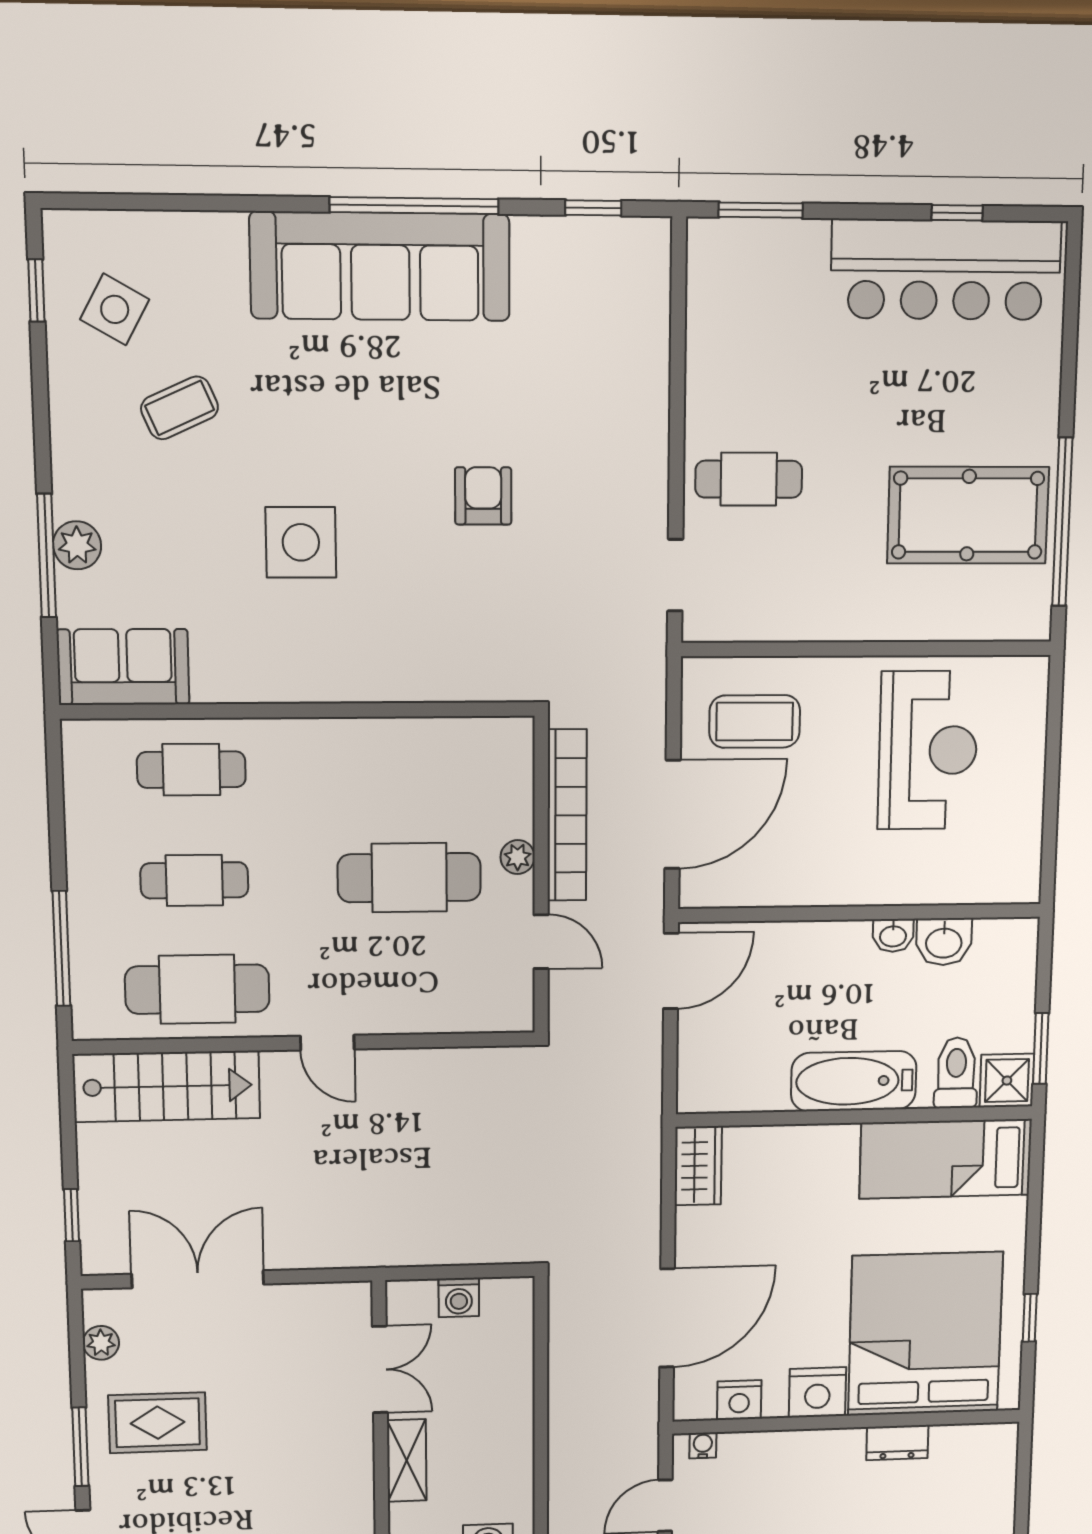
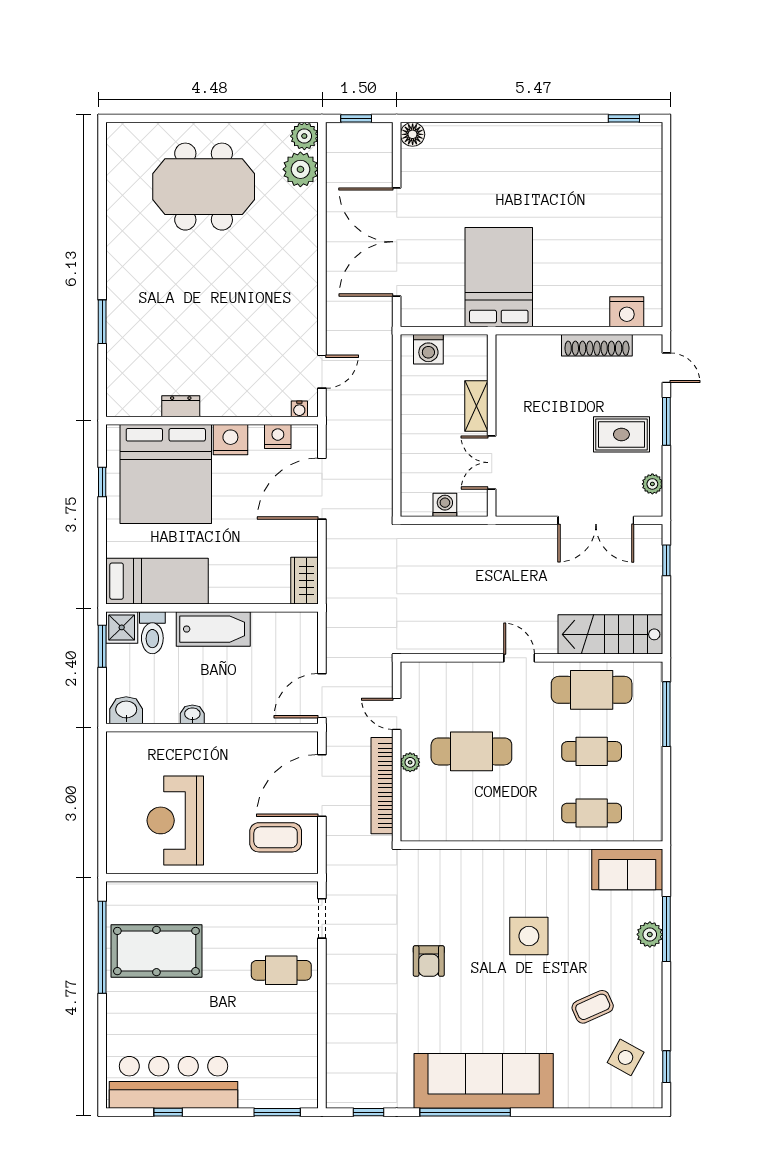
washbasin: (944, 942) -> (126, 710), moved

